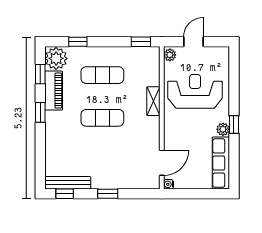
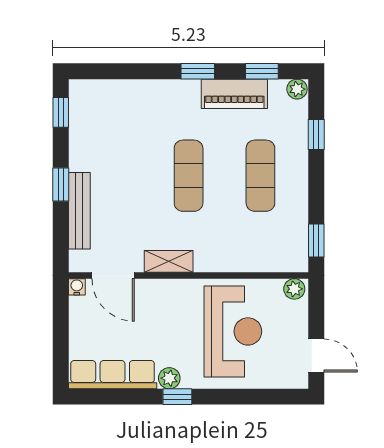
door: (193, 42) -> (316, 356), moved
plant: (56, 58) -> (297, 89), width x0.53, depth x0.53
shelving: (153, 101) -> (169, 261), moved
bench: (68, 183) -> (79, 211), moved

